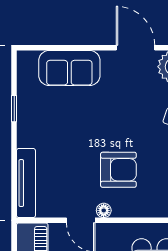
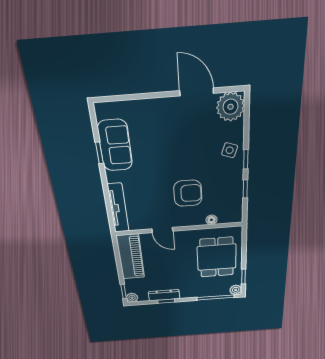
sofa: (69, 68) -> (115, 146), moved, turned -90
floor lamp: (104, 210) -> (211, 220), moved

